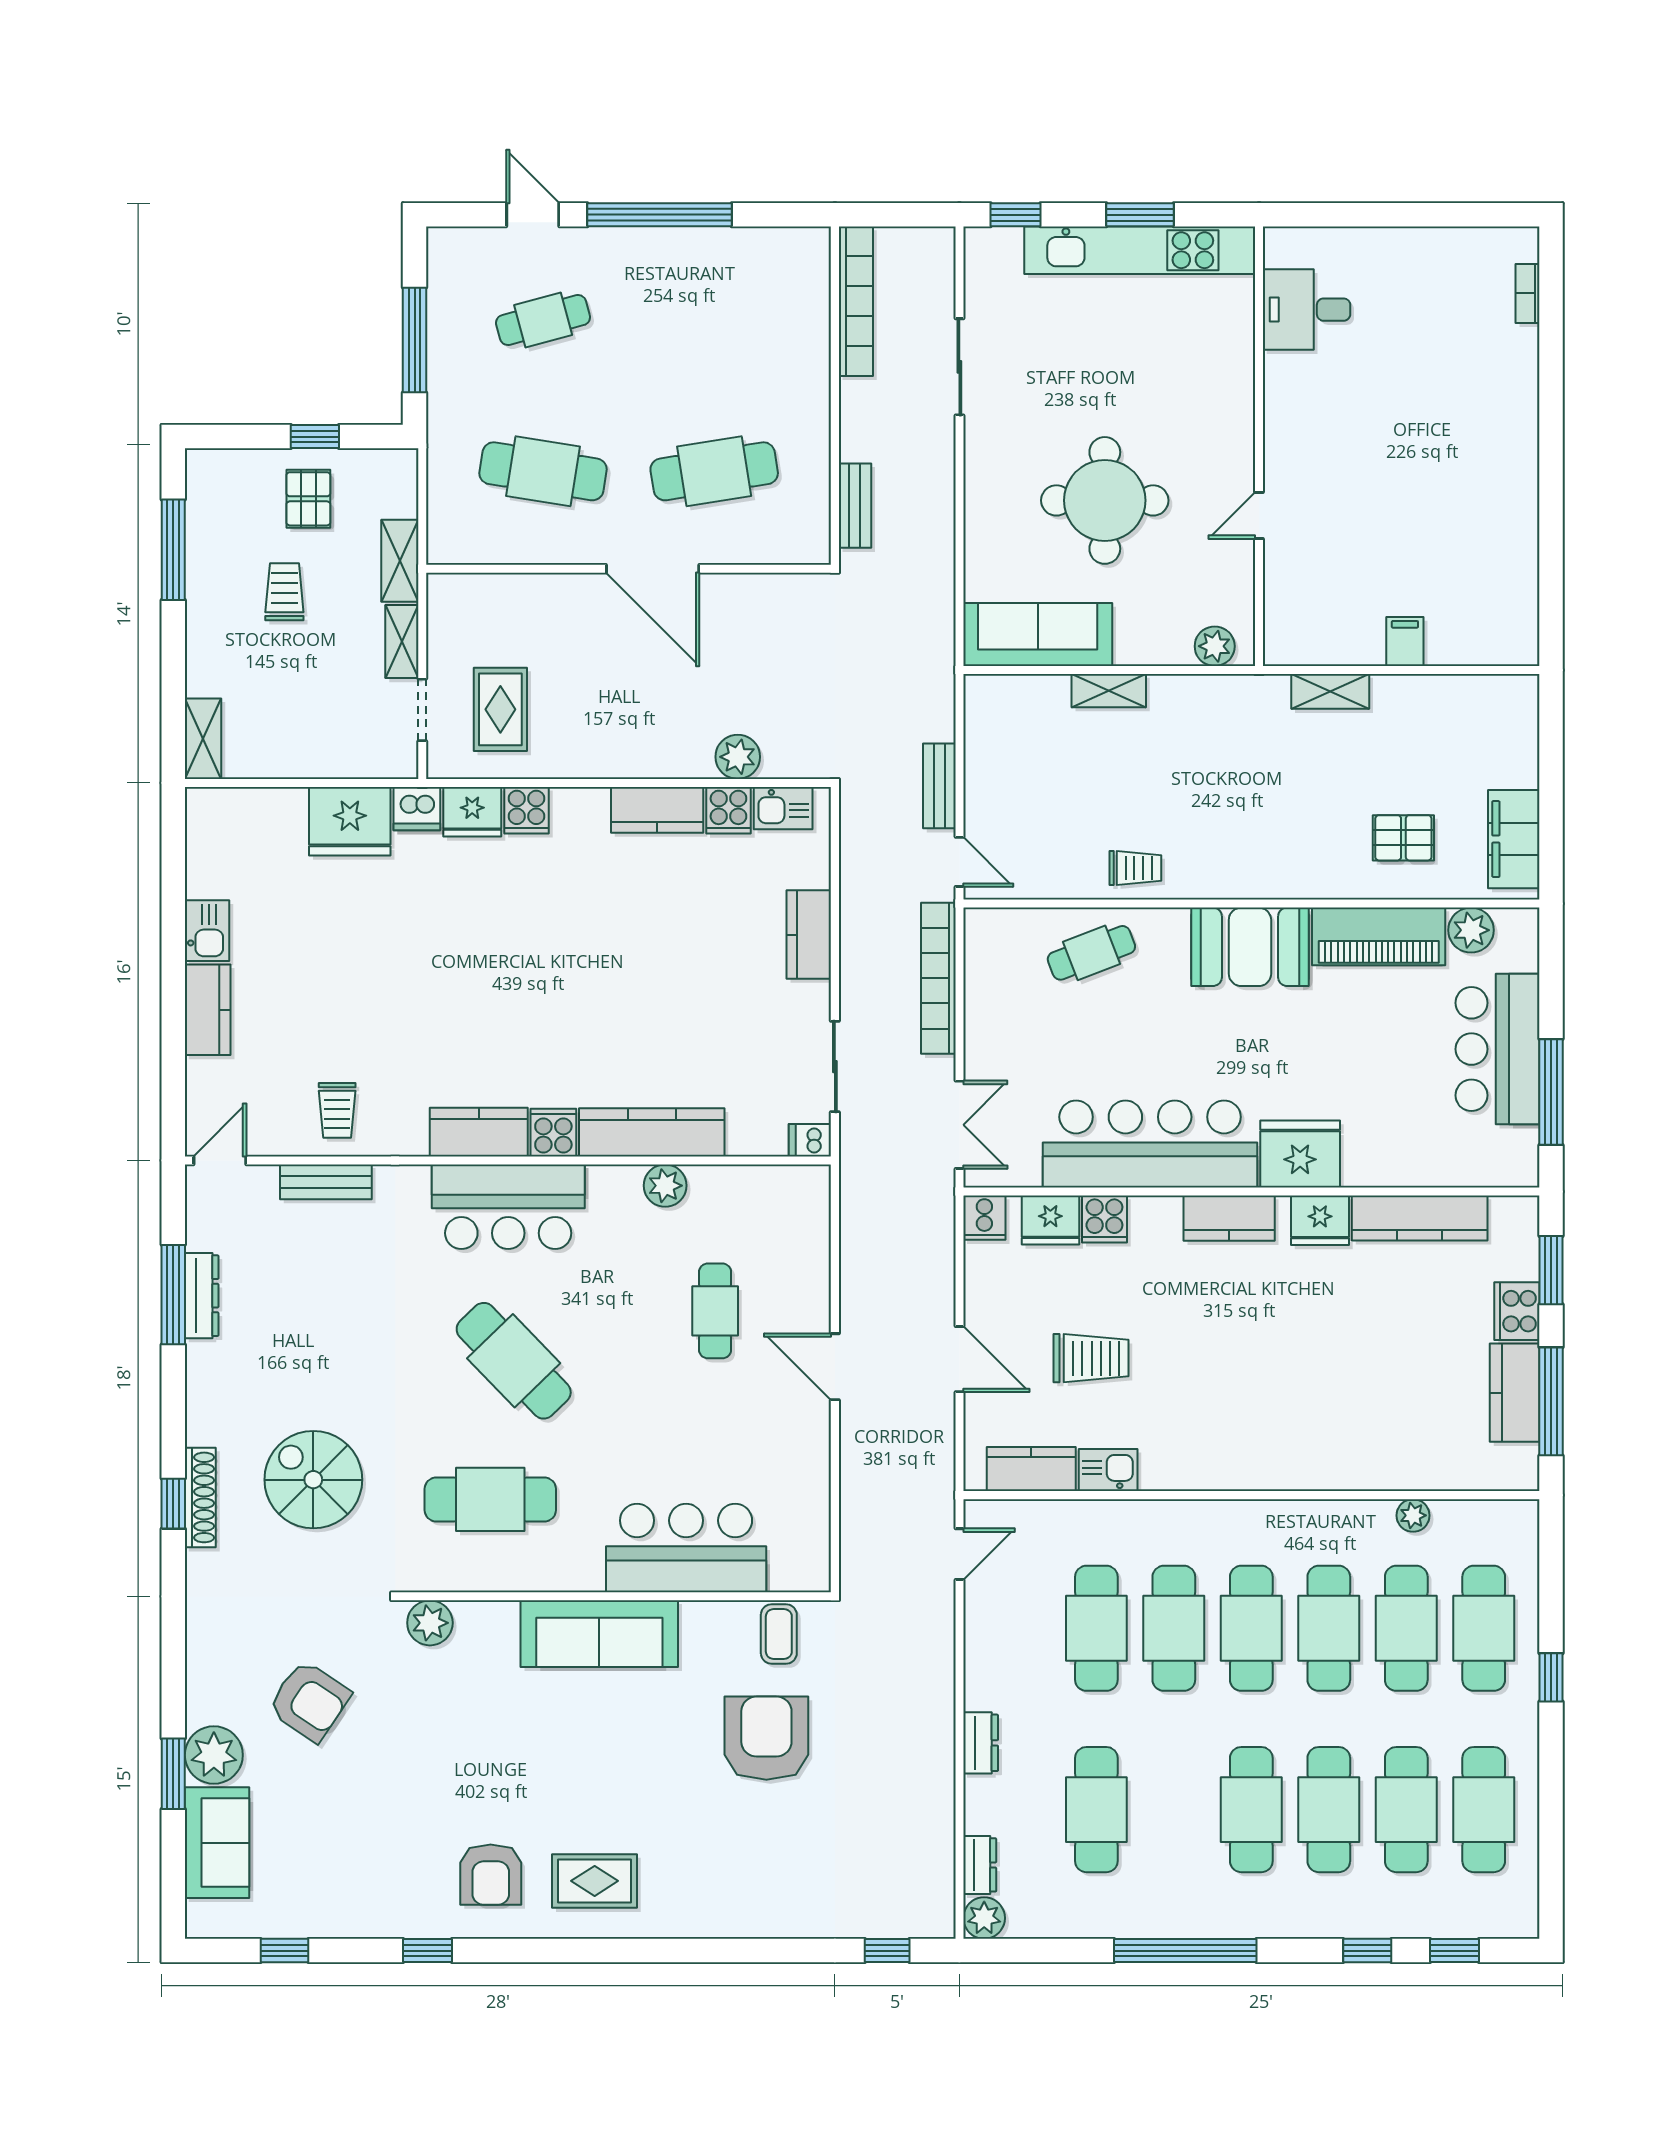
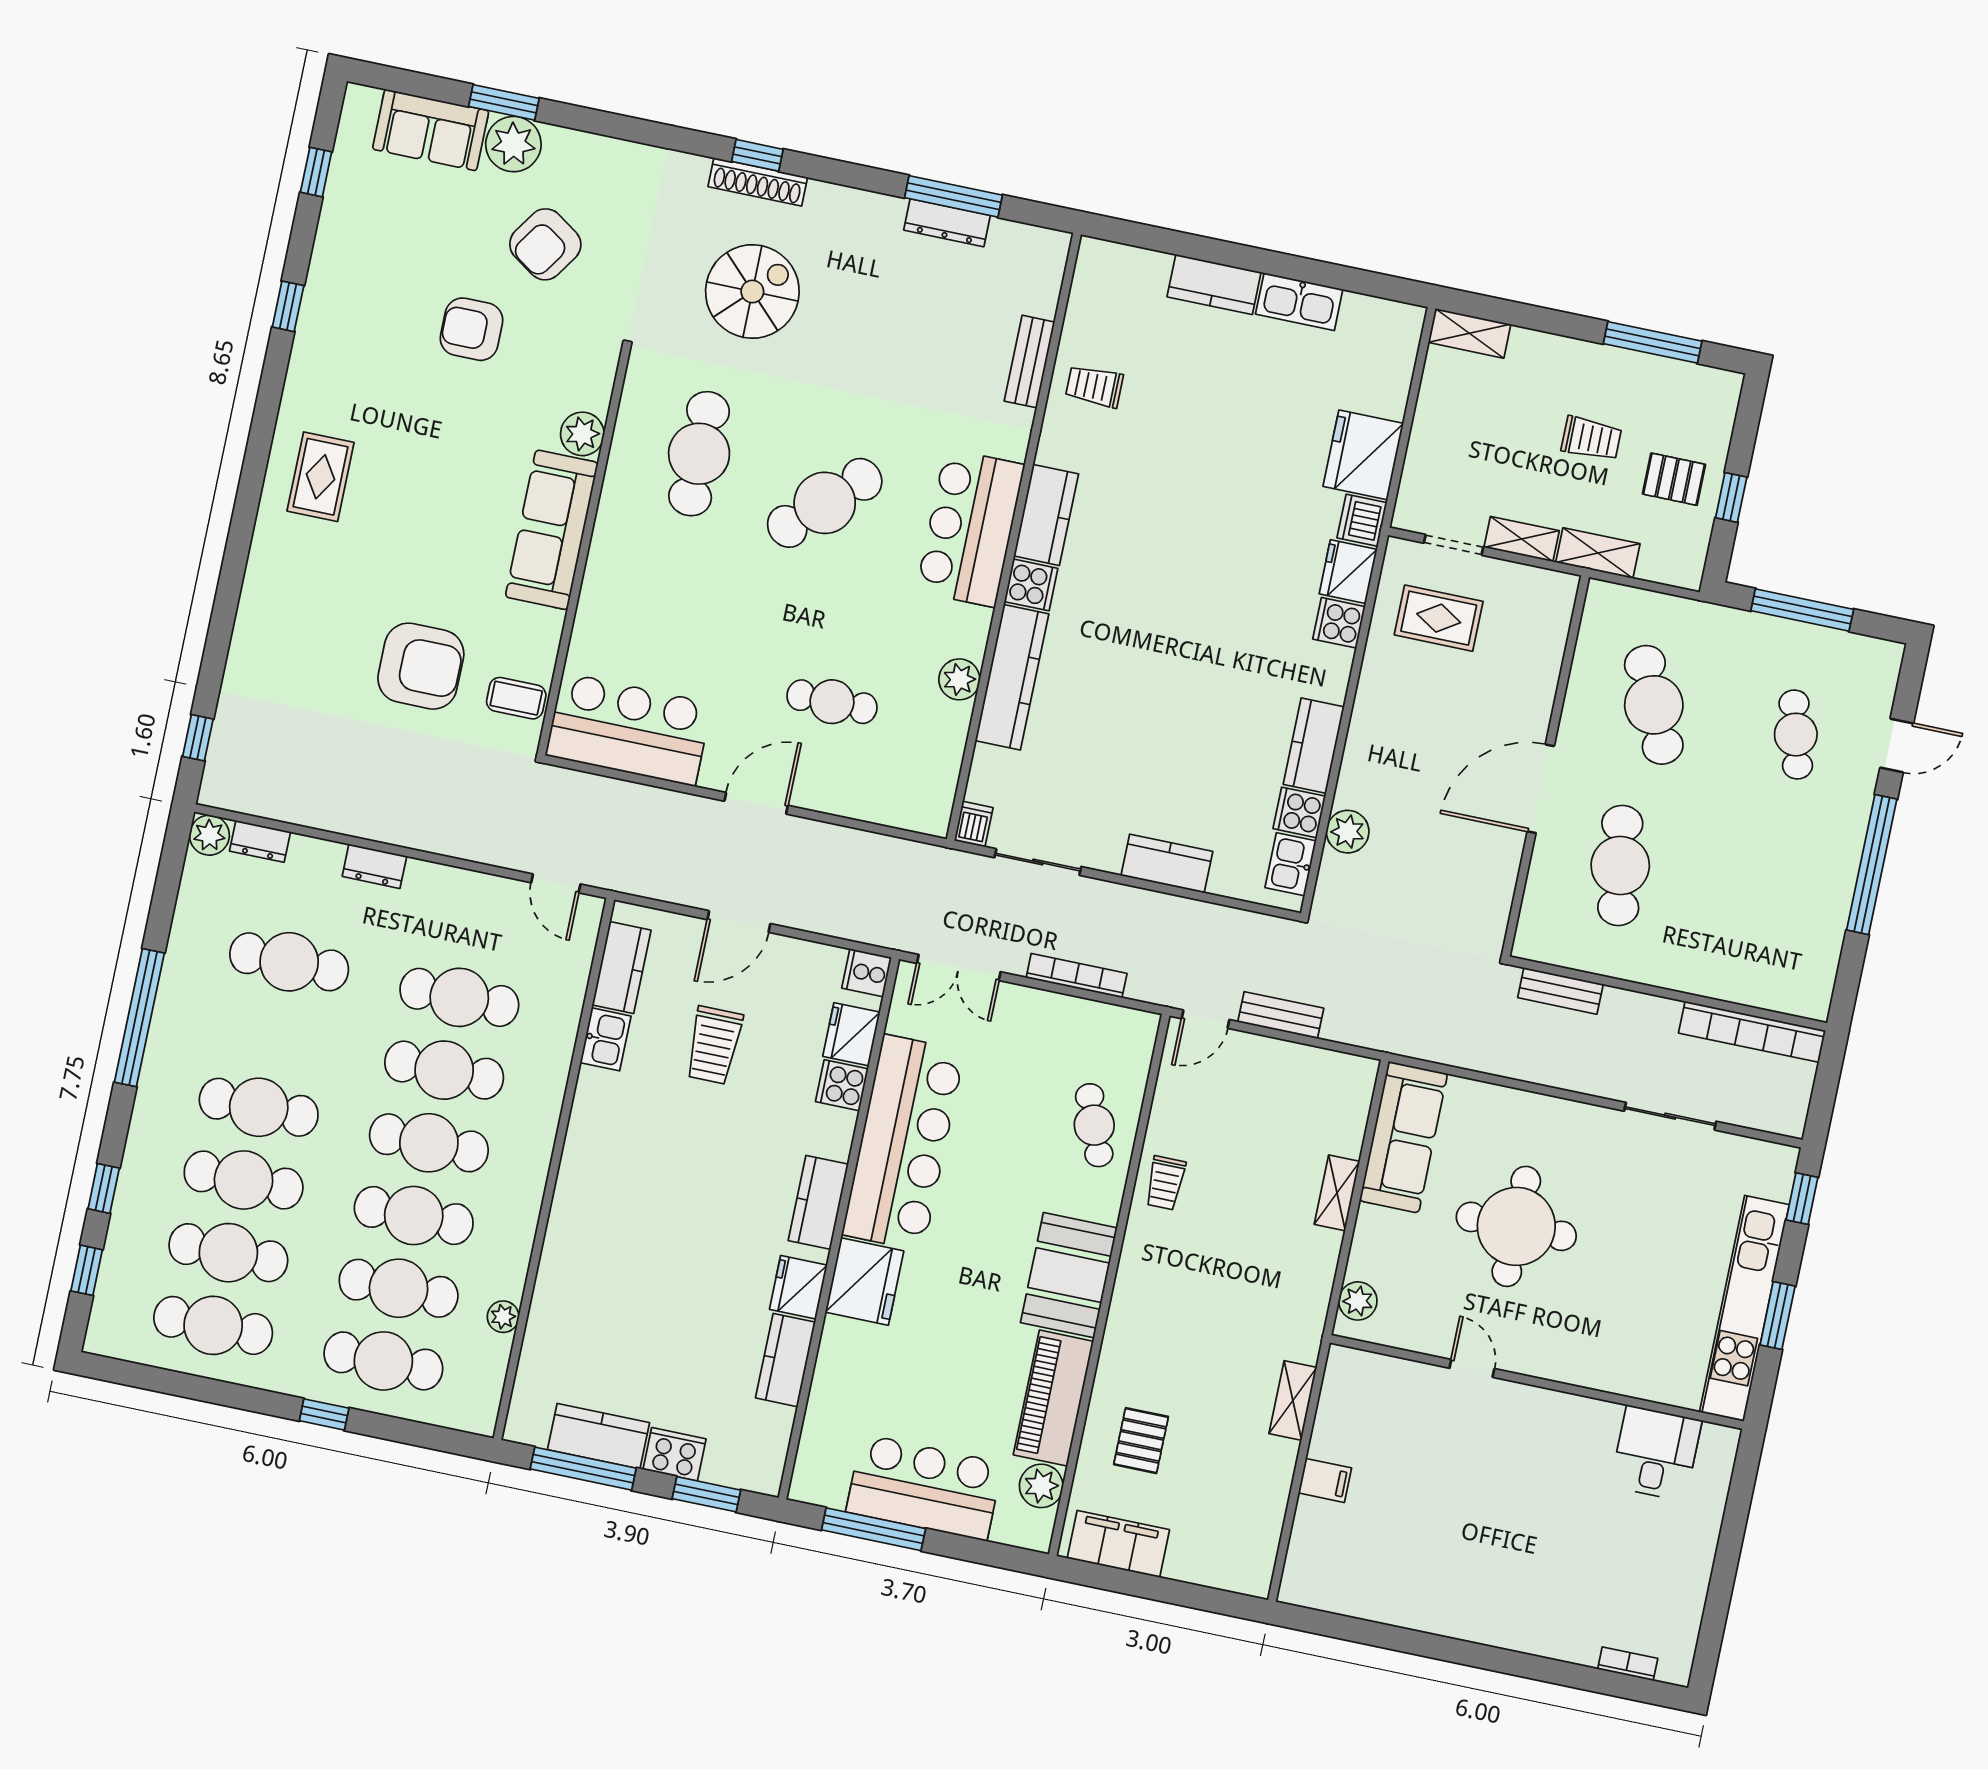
cafe table: (543, 471) -> (1654, 705), turned -33
kitchen sink: (207, 931) -> (1299, 302), width x1.38
bookcase: (938, 978) -> (1077, 976), width x0.68, depth x0.76
door: (220, 1160) -> (1070, 266), removed
kitchen counter: (1420, 1218) -> (785, 1360), width x0.67
bar counter: (686, 1548) -> (629, 729), moved, turned -90
plant: (430, 1623) -> (582, 434), moved
armchair: (491, 1875) -> (472, 329), moved

